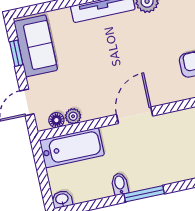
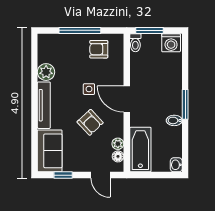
sofa: (36, 46) -> (50, 151), moved, turned 90
side table: (137, 63) -> (89, 89), added
armchair: (93, 74) -> (90, 122), added

